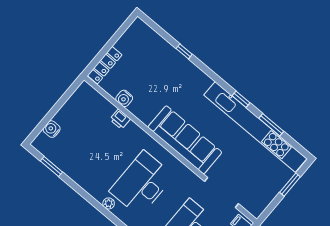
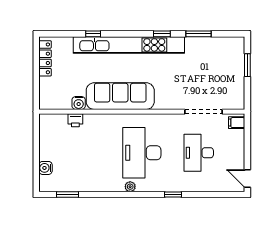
locker: (105, 65) -> (45, 58), moved
printer: (120, 119) -> (75, 120), moved
kitchen unit: (255, 127) -> (129, 45), moved
sofa: (185, 140) -> (120, 96), moved

